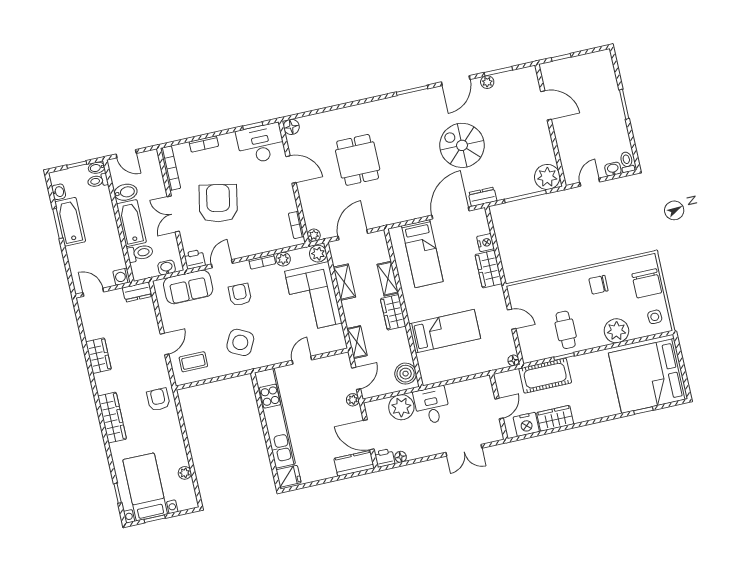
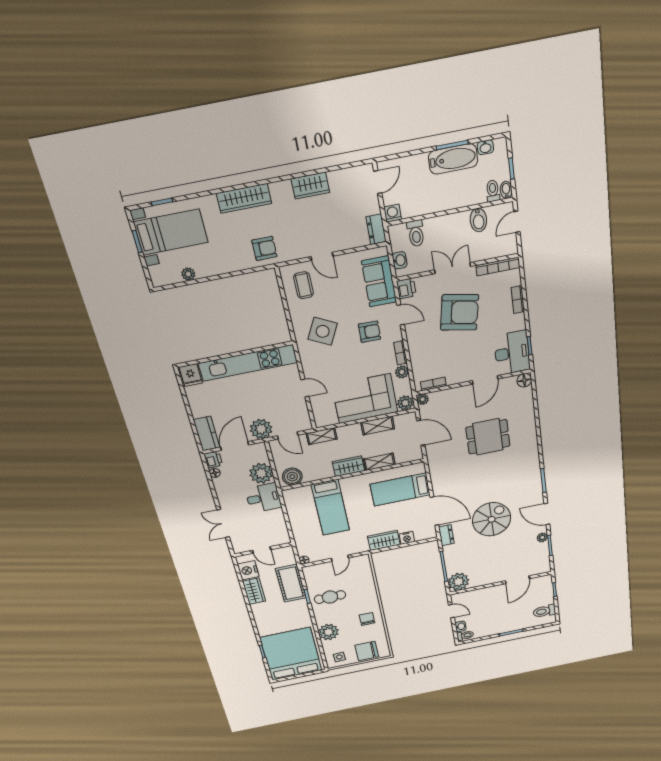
toilet: (593, 66) -> (544, 611), added
bathtub: (131, 223) -> (447, 225), removed
plant: (353, 400) -> (261, 429), width x1.88, depth x1.88

